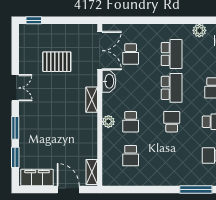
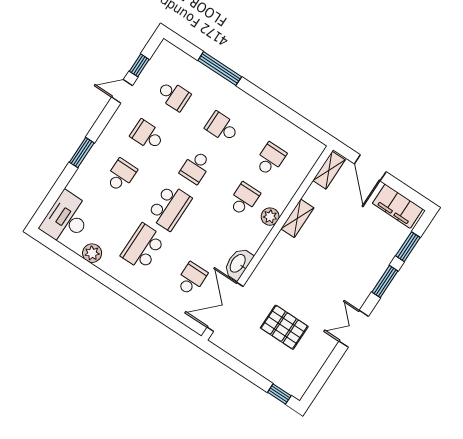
school desk: (172, 88) -> (169, 207), turned 180
shelving: (92, 100) -> (297, 218), moved
school desk: (172, 156) -> (222, 127), added

